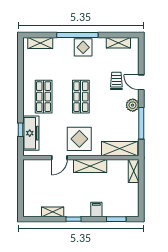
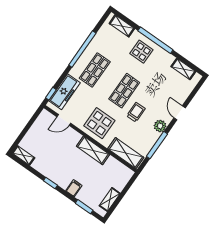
display table: (83, 47) -> (141, 52), moved
trolley: (116, 81) -> (136, 112), moved
window: (20, 86) -> (82, 49), added
window: (20, 130) -> (51, 94), moved
door: (59, 158) -> (64, 120), moved
shelving: (134, 171) -> (110, 200), moved
shelving: (53, 212) -> (23, 155), moved

